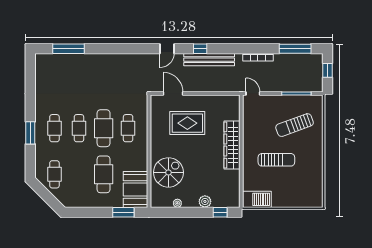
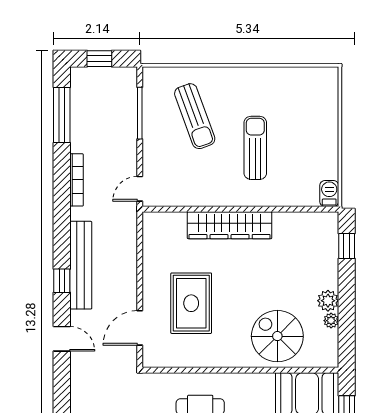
barbecue: (257, 199) -> (329, 193), width x0.53, depth x0.65
plant: (205, 201) -> (328, 301), moved

